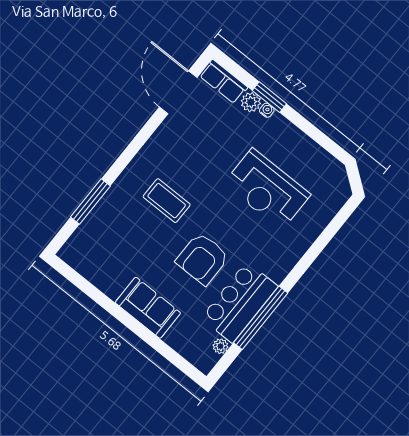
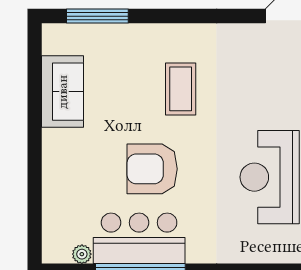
window: (90, 202) -> (97, 16), moved
sofa: (148, 308) -> (63, 92), moved

